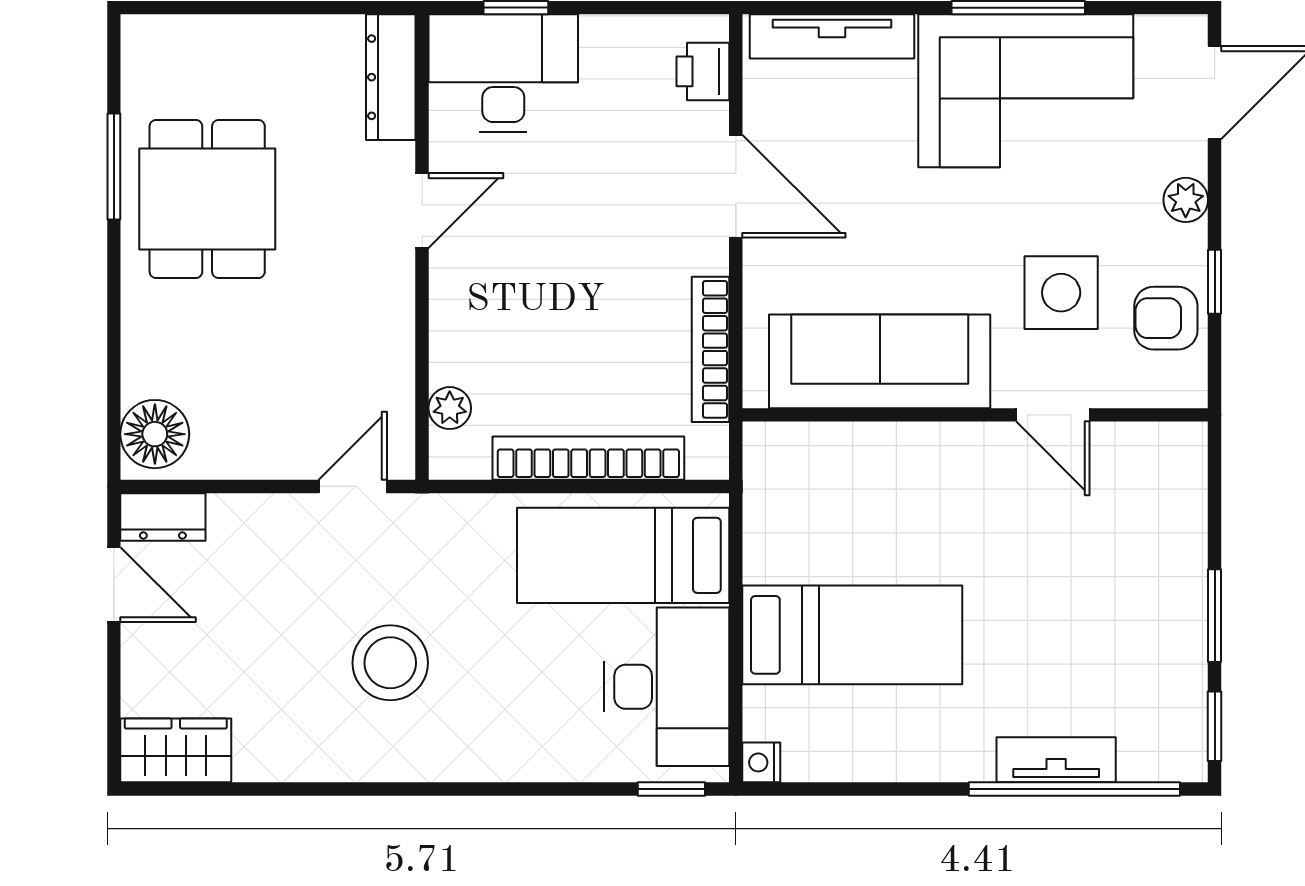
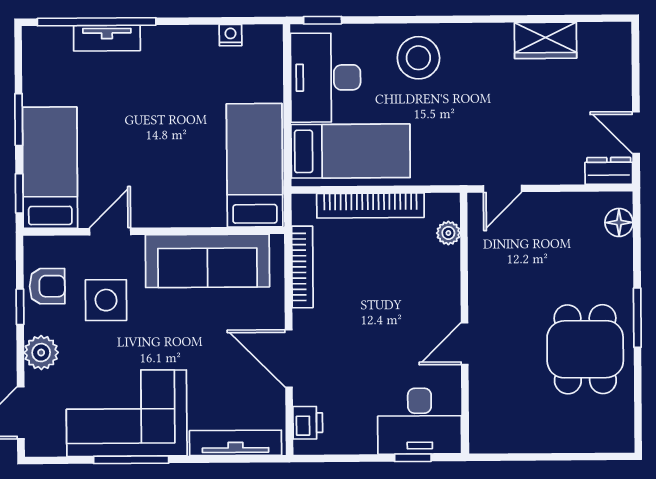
dresser: (391, 77) -> (483, 418), removed
window: (114, 167) -> (637, 318), moved
plant: (1186, 200) -> (41, 353), width x1.38, depth x1.38
door: (1053, 415) -> (110, 232), hinge flipped
floor lamp: (155, 434) -> (619, 222), width x0.73, depth x0.73
bed: (1159, 529) -> (50, 168), added
bed: (852, 635) -> (255, 165), moved, turned 90
stool: (390, 663) -> (418, 58), moved
window: (1215, 726) -> (19, 193), moved
wardrobe: (176, 750) -> (546, 40), moved
nightstand: (761, 762) -> (231, 35), moved, turned -90

